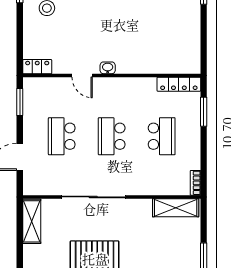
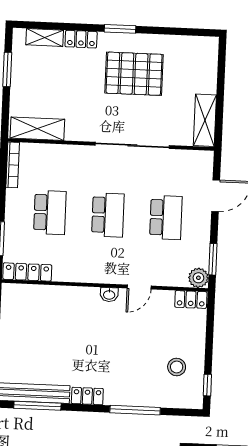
door: (82, 75) -> (139, 287), swing flipped
plant: (31, 86) -> (198, 278), added
school desk: (162, 136) -> (50, 212), turned 180
bookcase: (195, 183) -> (13, 165), width x1.56

